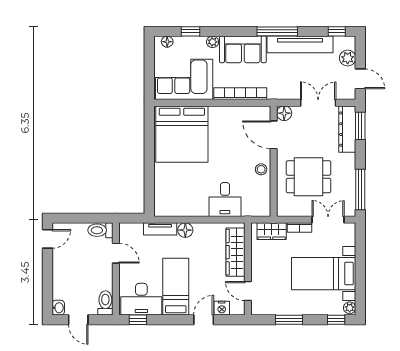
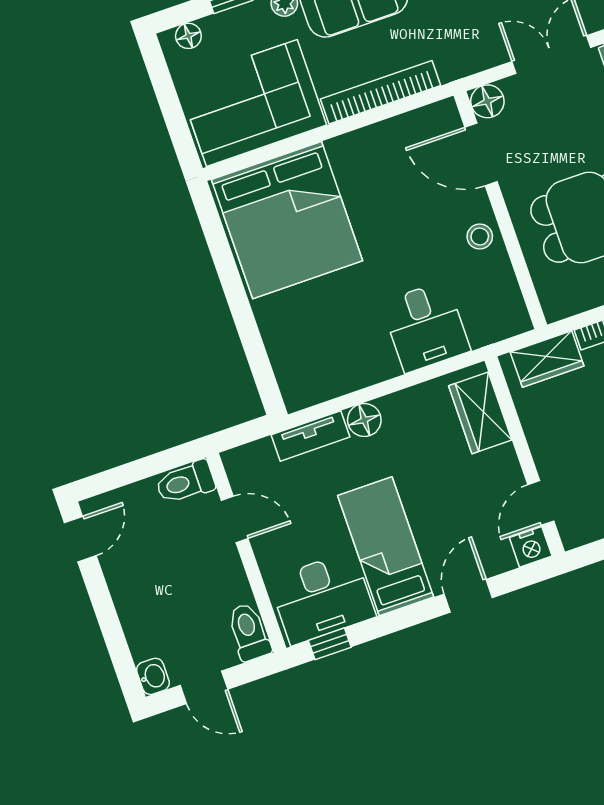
wardrobe: (235, 252) -> (480, 413), width x0.67
door: (248, 291) -> (541, 503), hinge flipped
nightstand: (222, 308) -> (531, 547), moved

